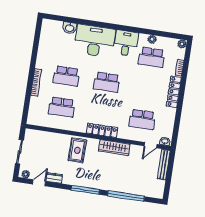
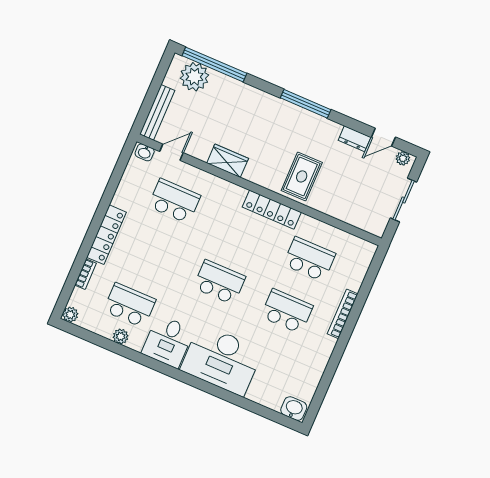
washbasin: (70, 28) -> (294, 409), moved
locker: (102, 130) -> (272, 210), moved
wardrobe: (114, 148) -> (228, 161), width x0.67
plant: (149, 189) -> (194, 77), added
window: (126, 196) -> (214, 64), moved

